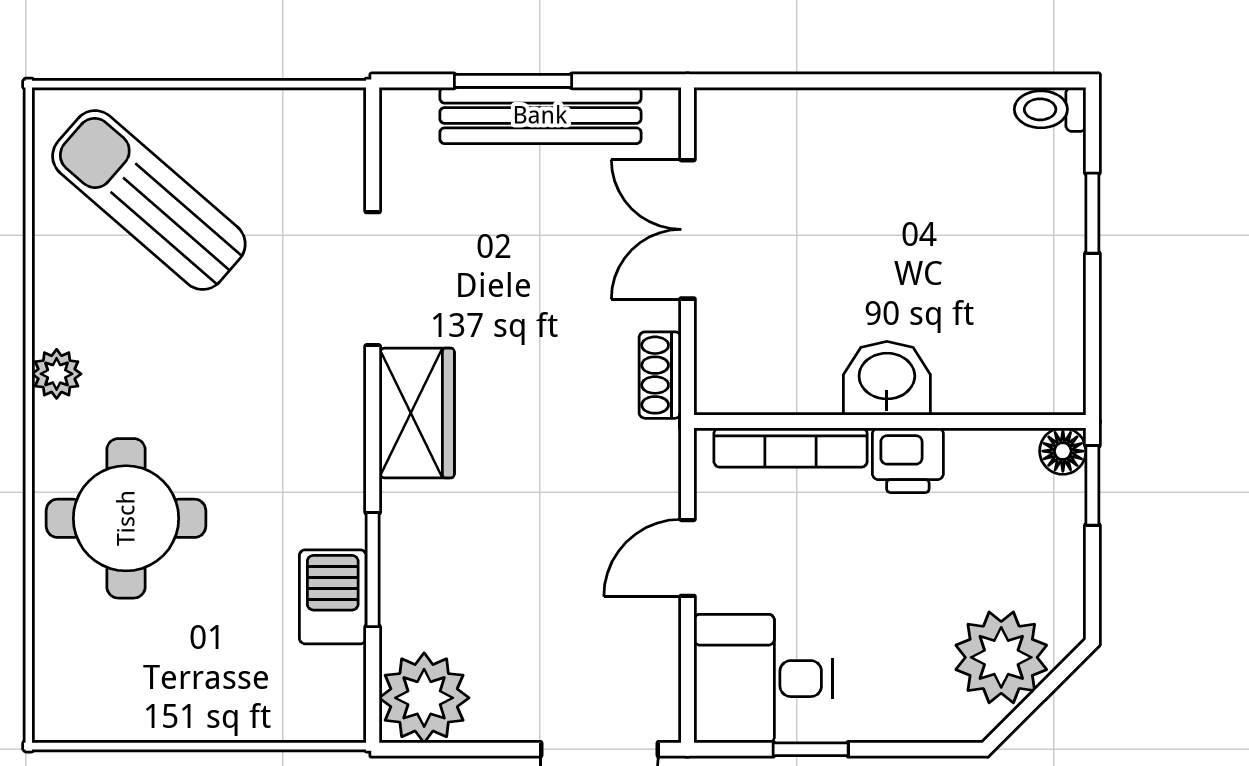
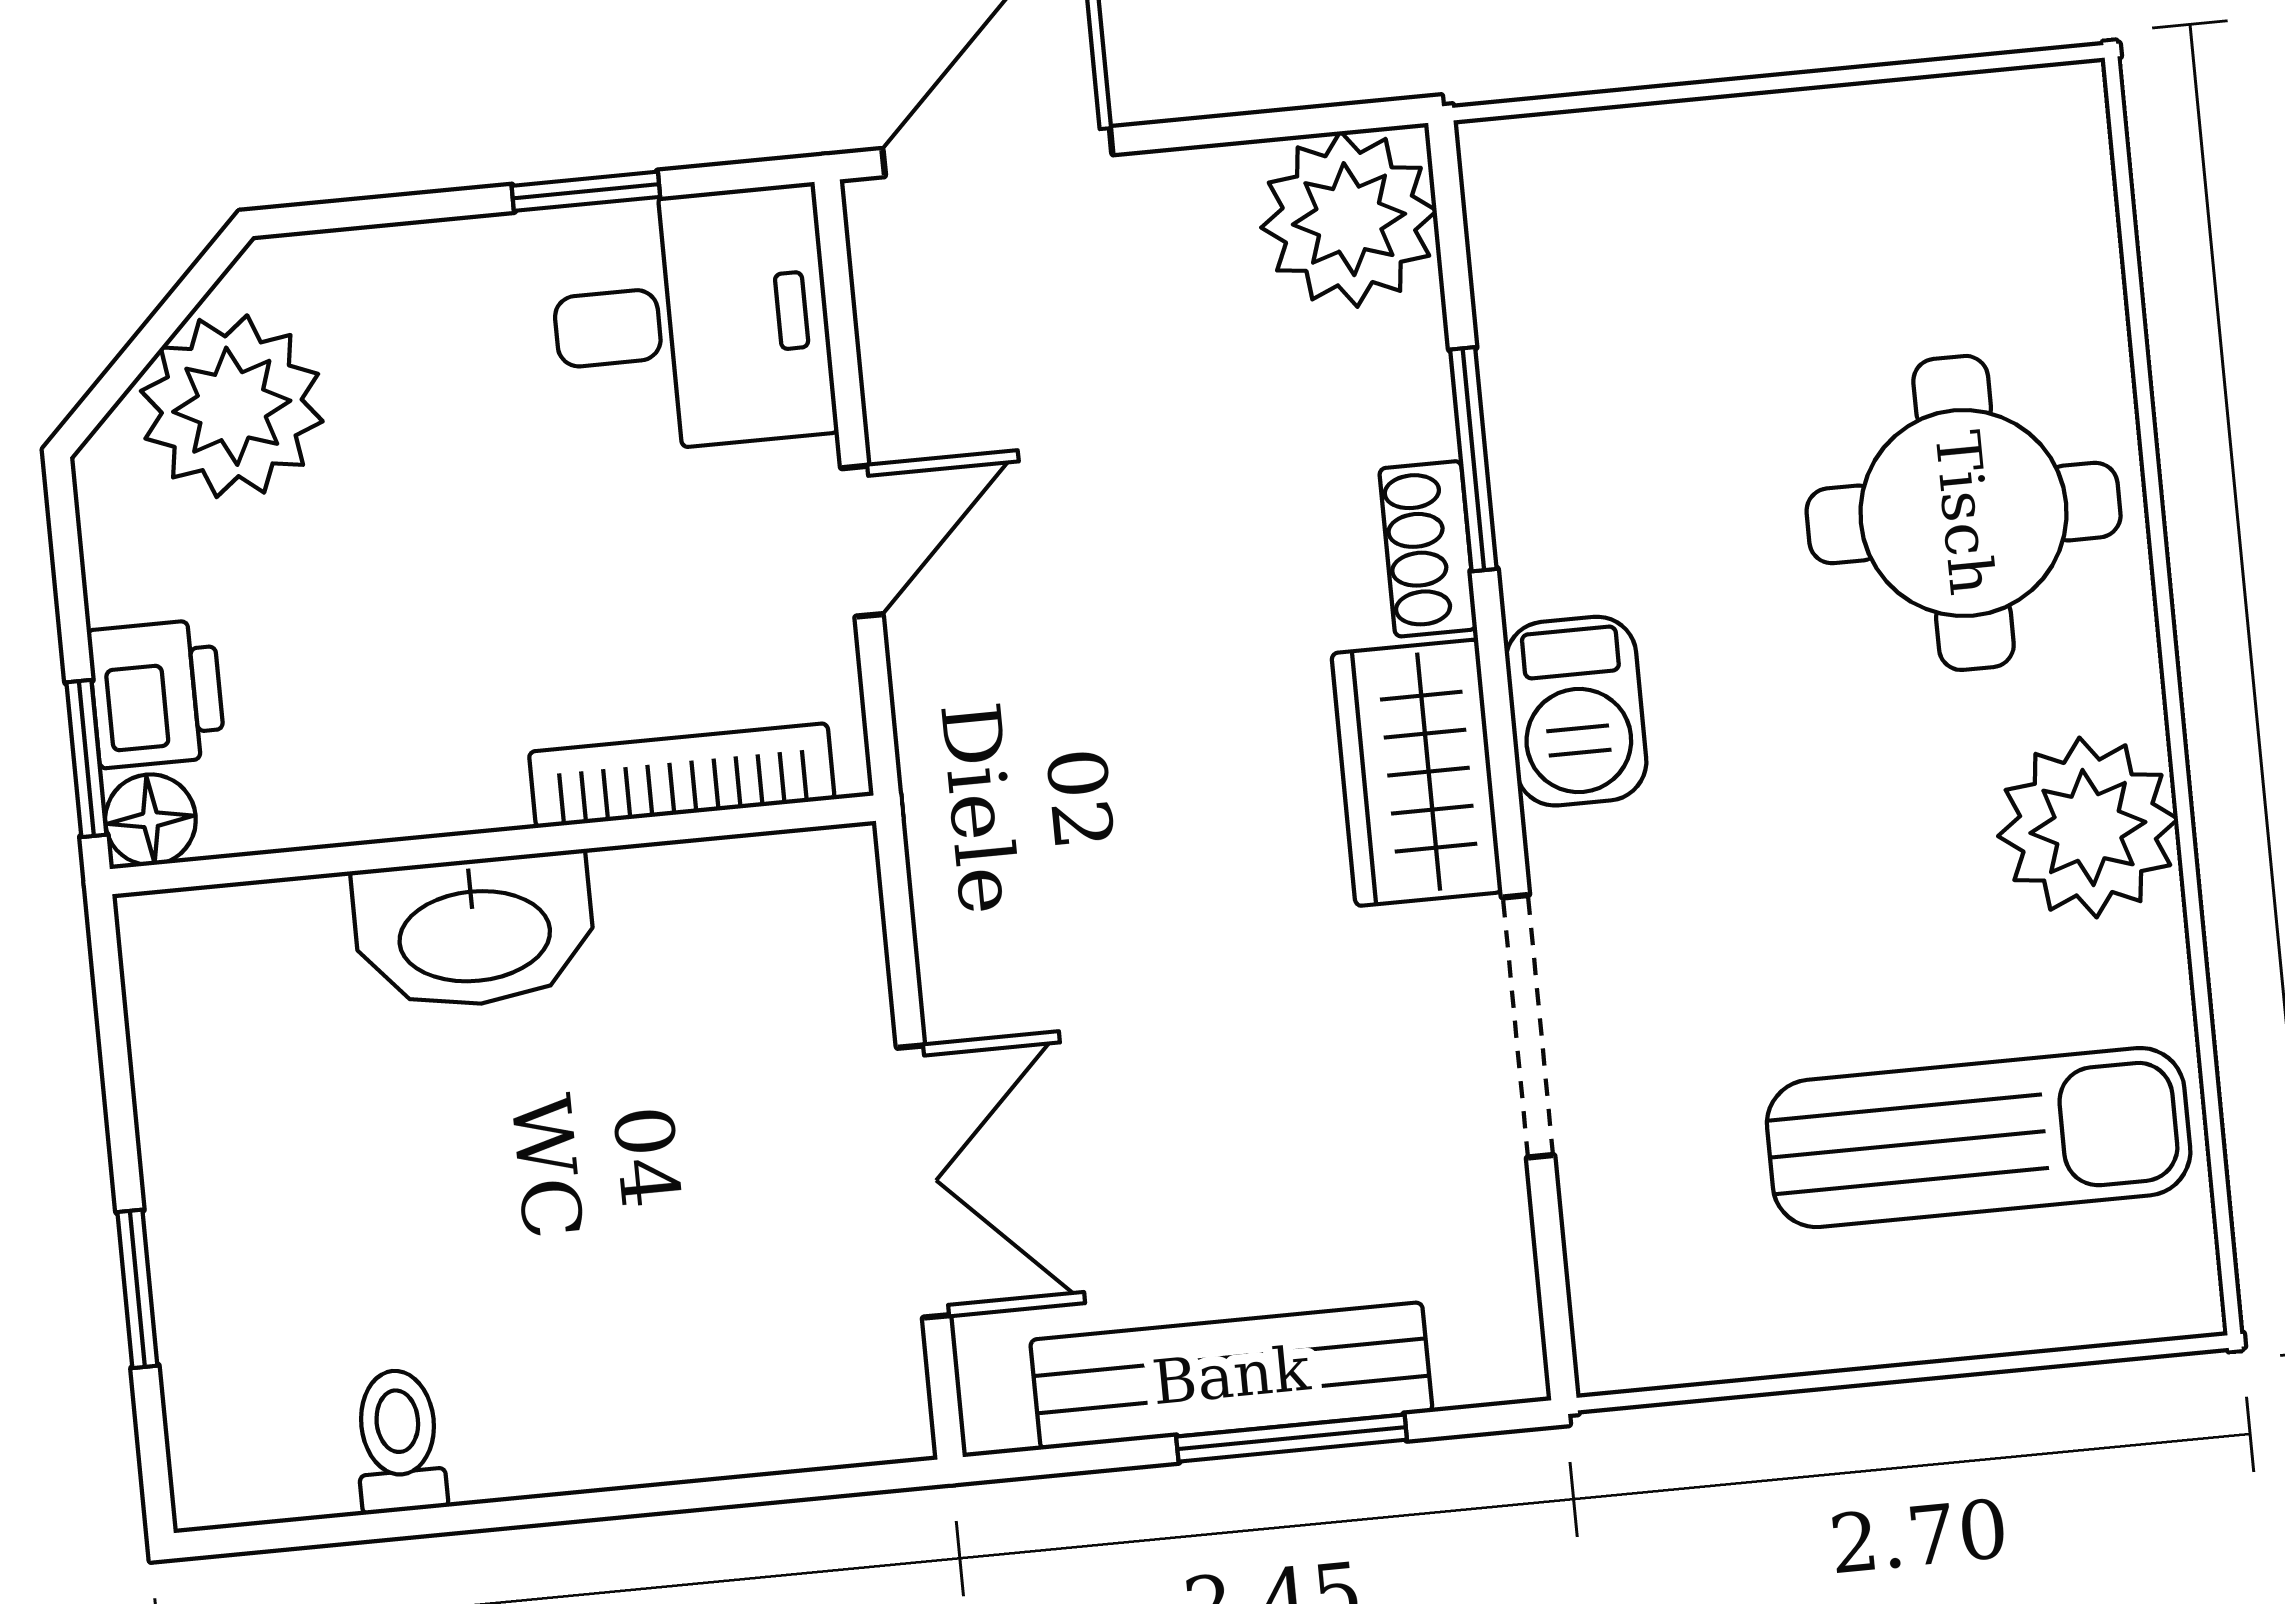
toilet: (1050, 109) -> (399, 1441), moved, turned -90
sun lounger: (149, 200) -> (1979, 1138), turned -41
plant: (57, 374) -> (2088, 828), width x1.88, depth x1.88
shoe rack: (660, 375) -> (1428, 549), moved, turned 180
washbasin: (887, 378) -> (474, 932), width x1.38
printer: (908, 460) -> (156, 694), moved, turned 90
barbecue: (333, 597) -> (1576, 711), moved

